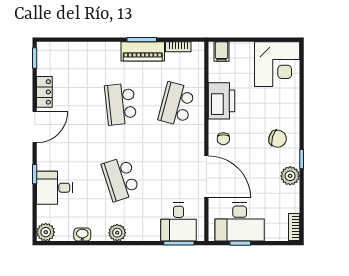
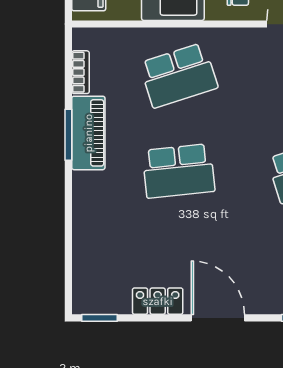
school desk: (176, 104) -> (179, 75), turned -33

